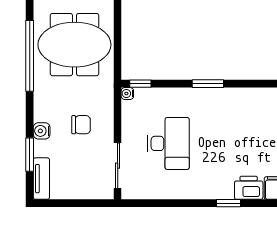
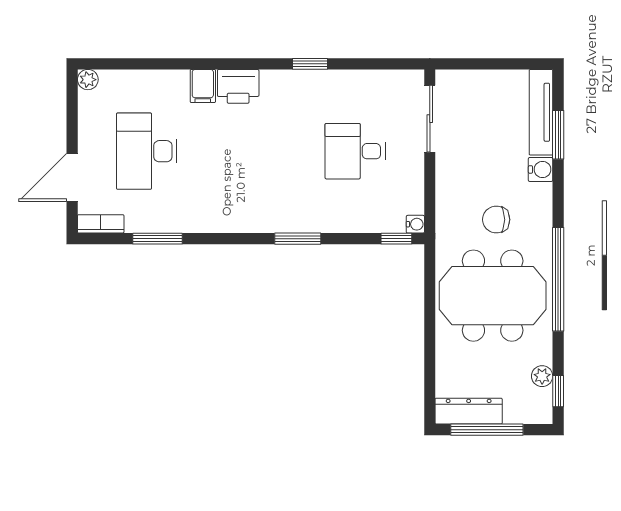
chair: (81, 125) -> (496, 220), moved
desk: (169, 143) -> (355, 151), width x0.73
tv unit: (41, 179) -> (541, 112), width x1.41
window: (228, 203) -> (310, 64), moved

